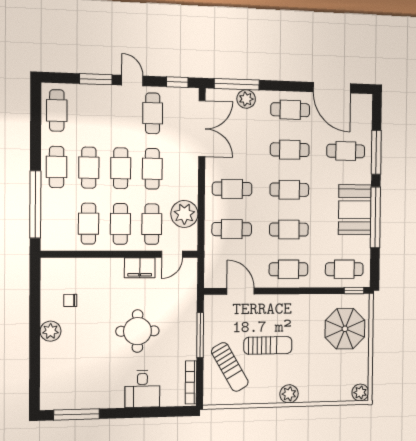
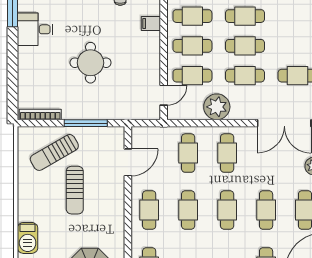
plant: (184, 214) -> (217, 107), moved
door: (172, 254) -> (164, 95), swing flipped
filing cabinet: (140, 268) -> (151, 24), moved, width x0.50
desk: (142, 389) -> (35, 29), moved
barbecue: (315, 392) -> (28, 238), added
plant: (289, 394) -> (27, 212), removed

